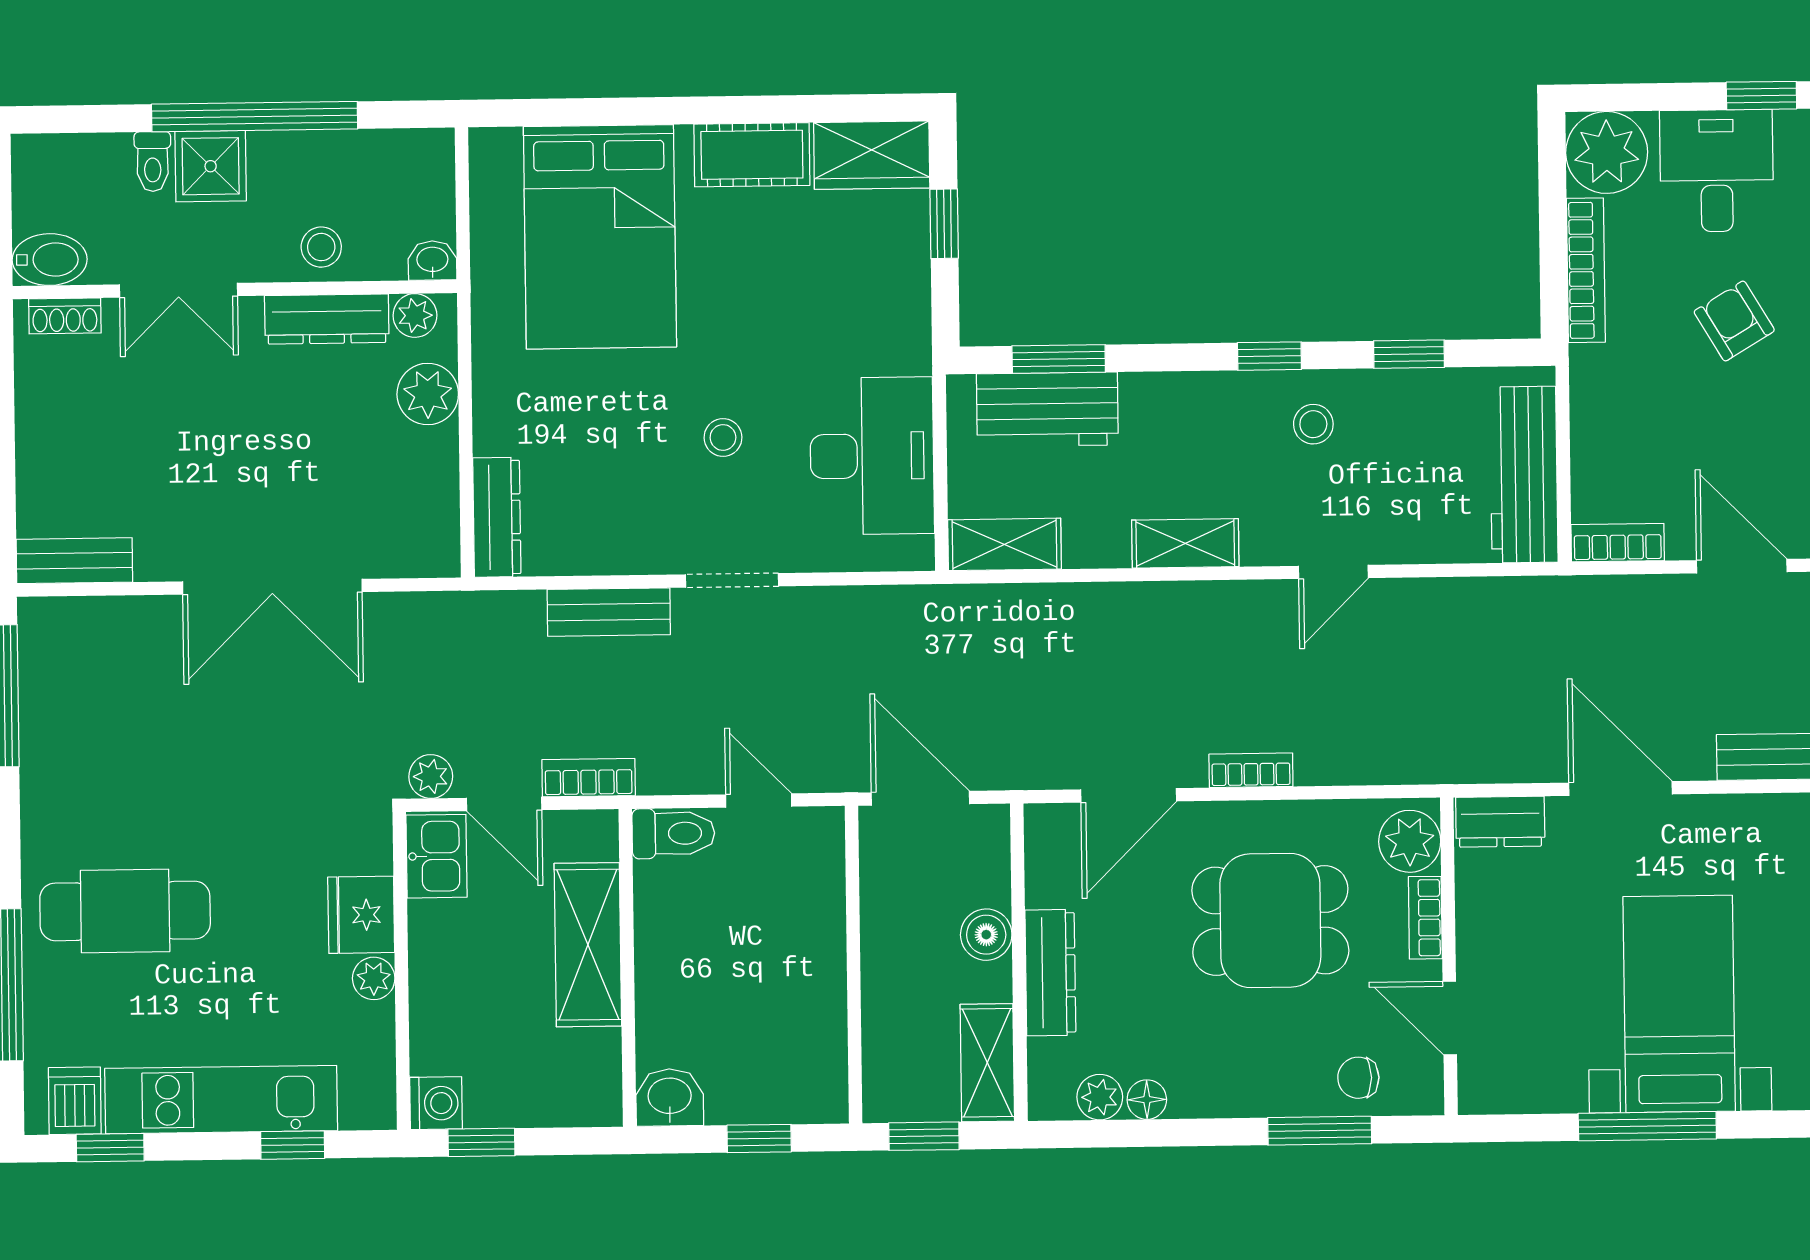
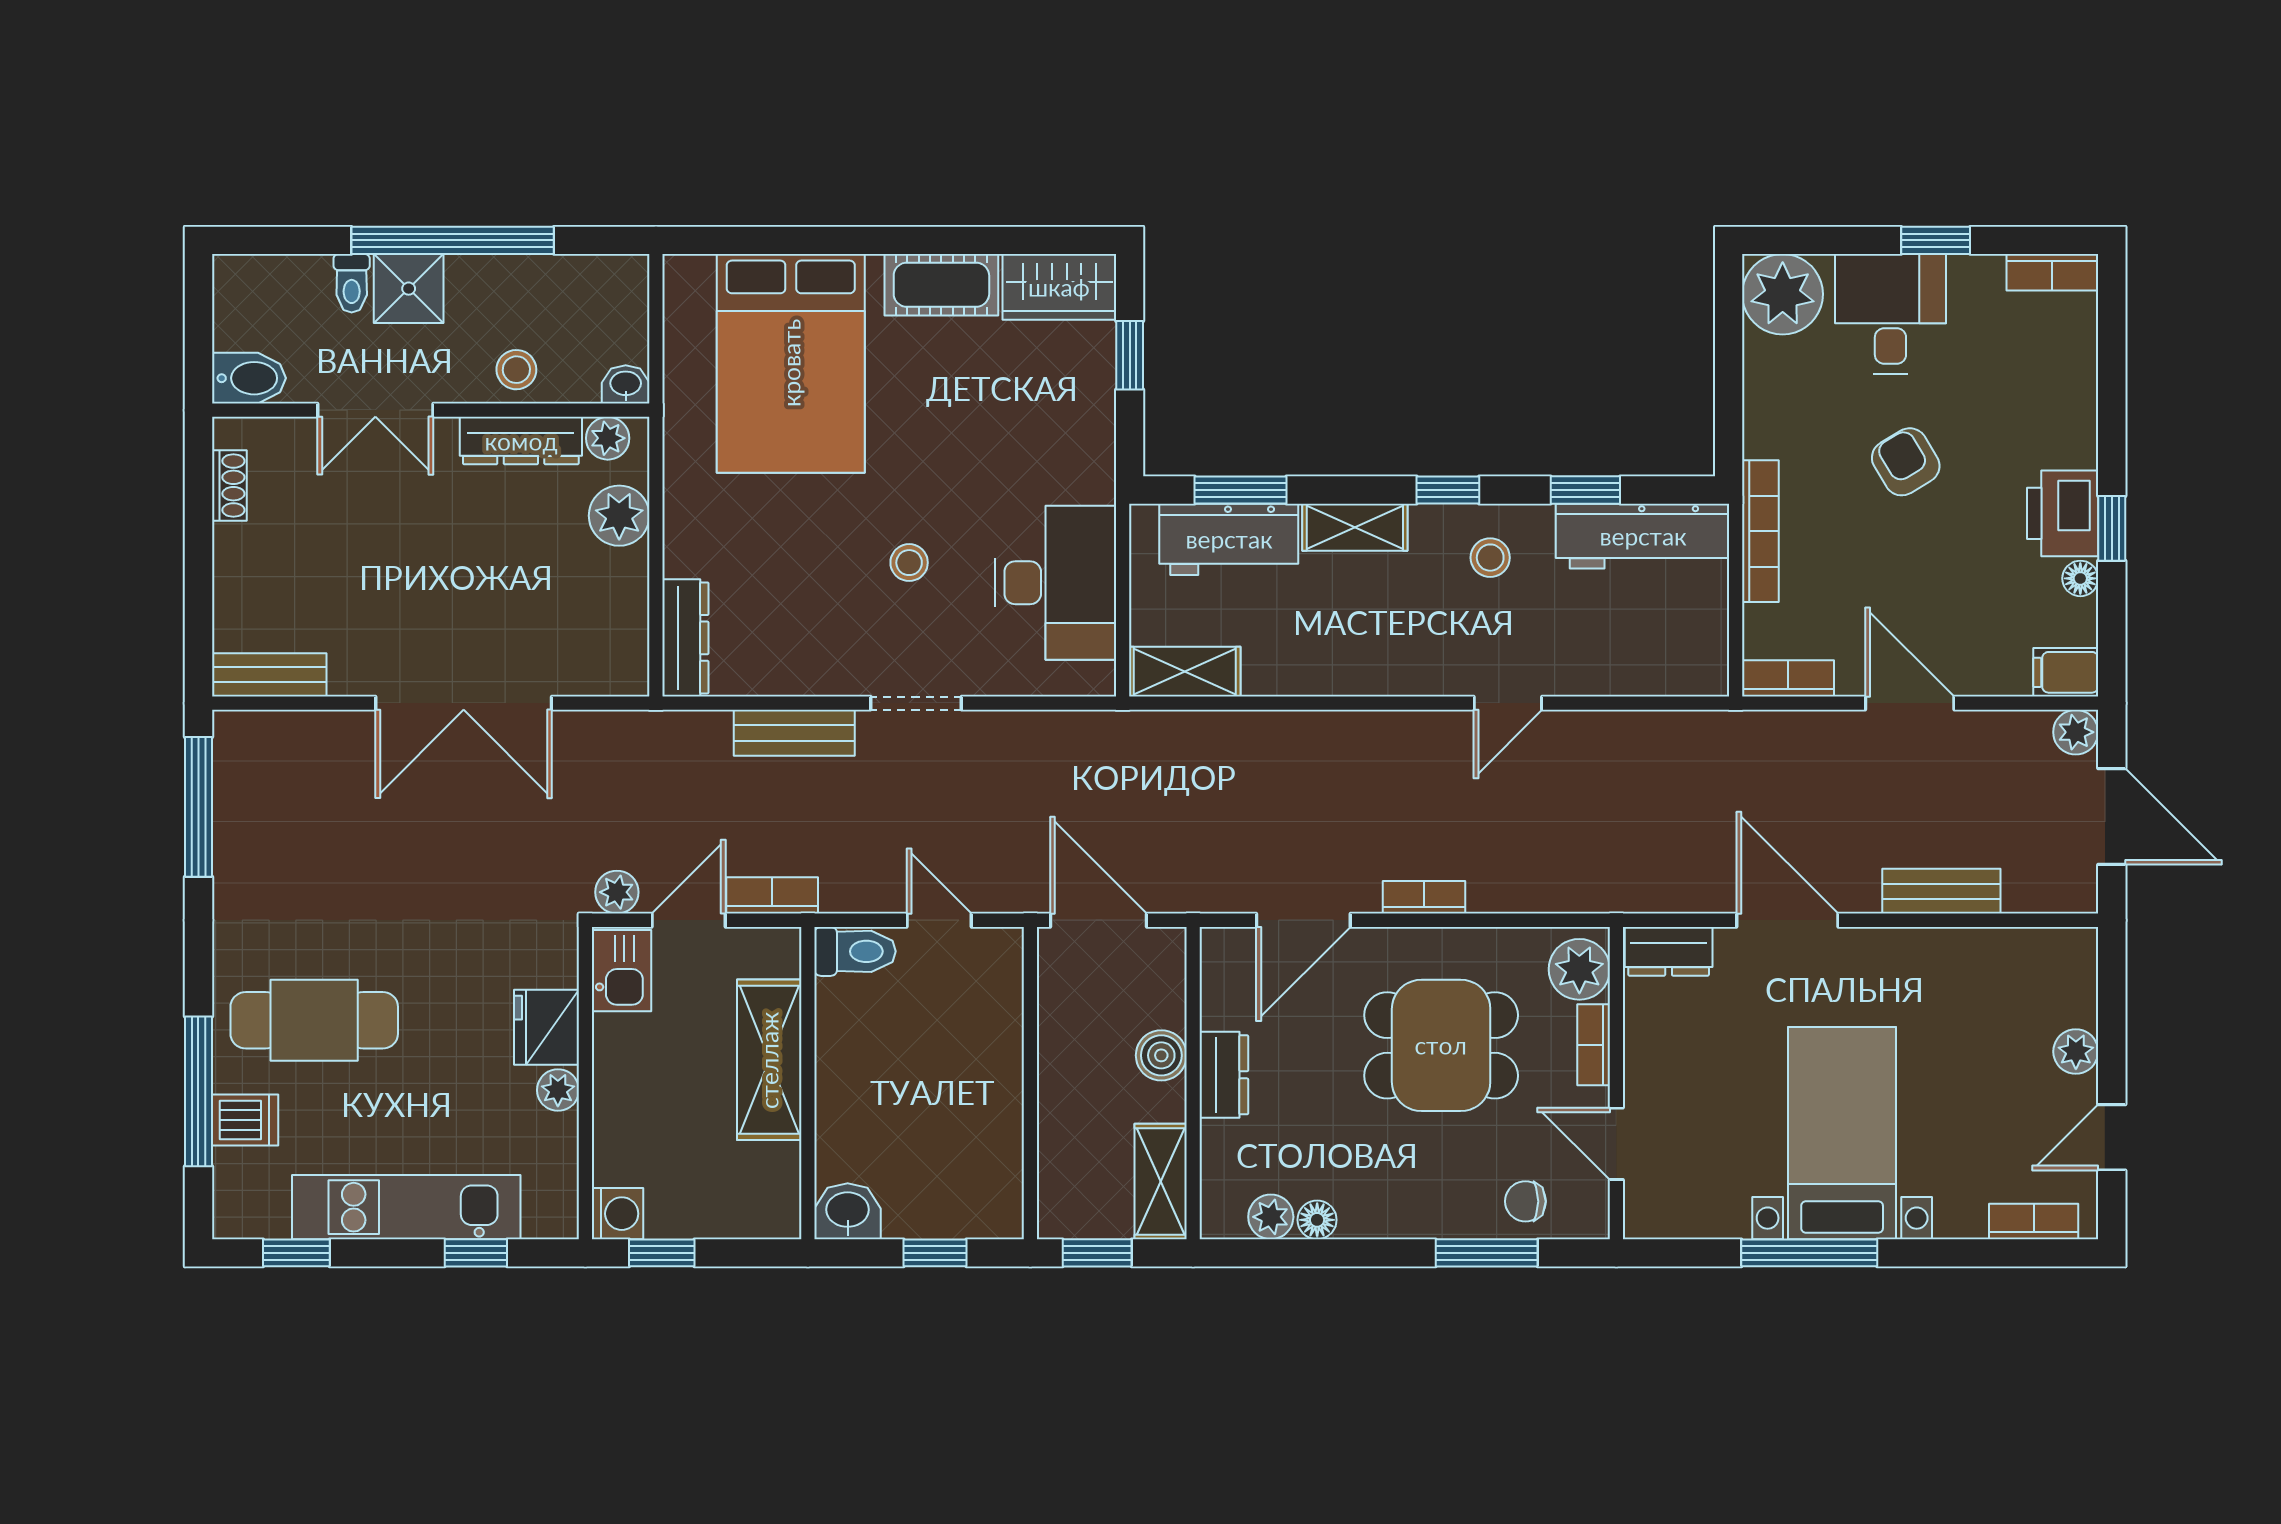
bookcase: (1586, 270) -> (1760, 531), moved
shoe rack: (65, 316) -> (229, 486), moved, turned -90
workbench: (1524, 475) -> (1643, 536), moved, turned -90
shelving: (1185, 543) -> (1355, 527), moved
door: (504, 804) -> (689, 920), swing flipped
dresser: (1050, 973) -> (1224, 1075), width x0.70
dishwasher: (75, 1101) -> (245, 1120), moved, turned 90

